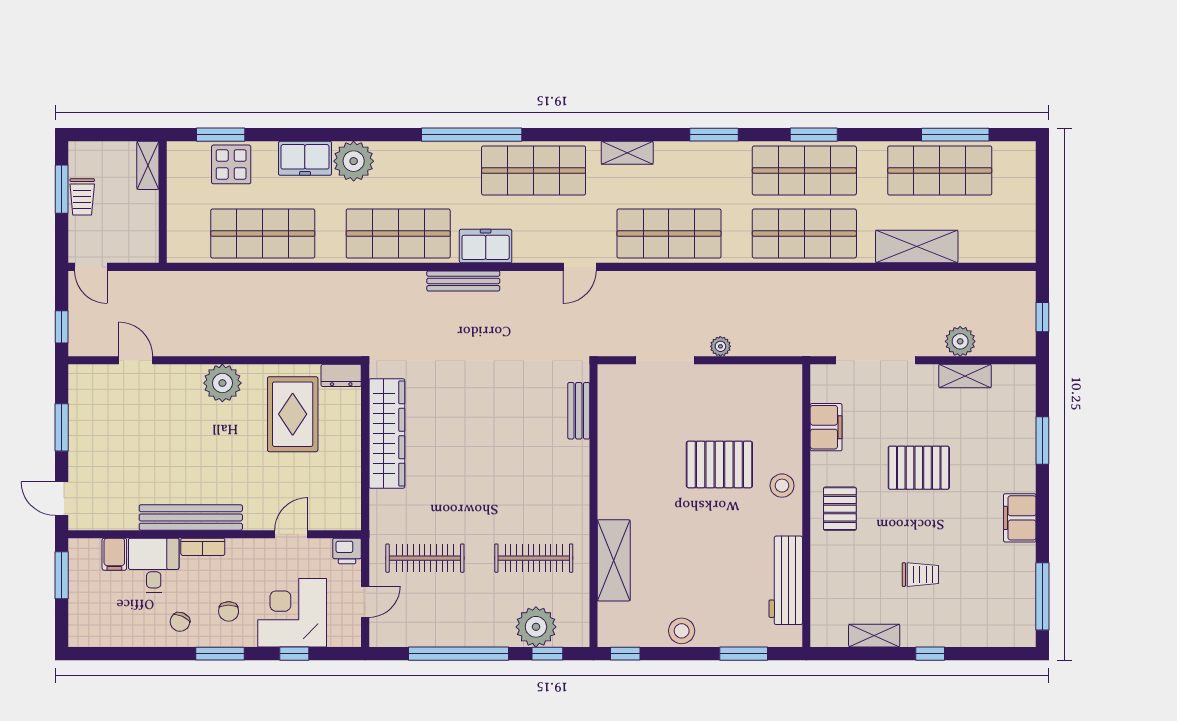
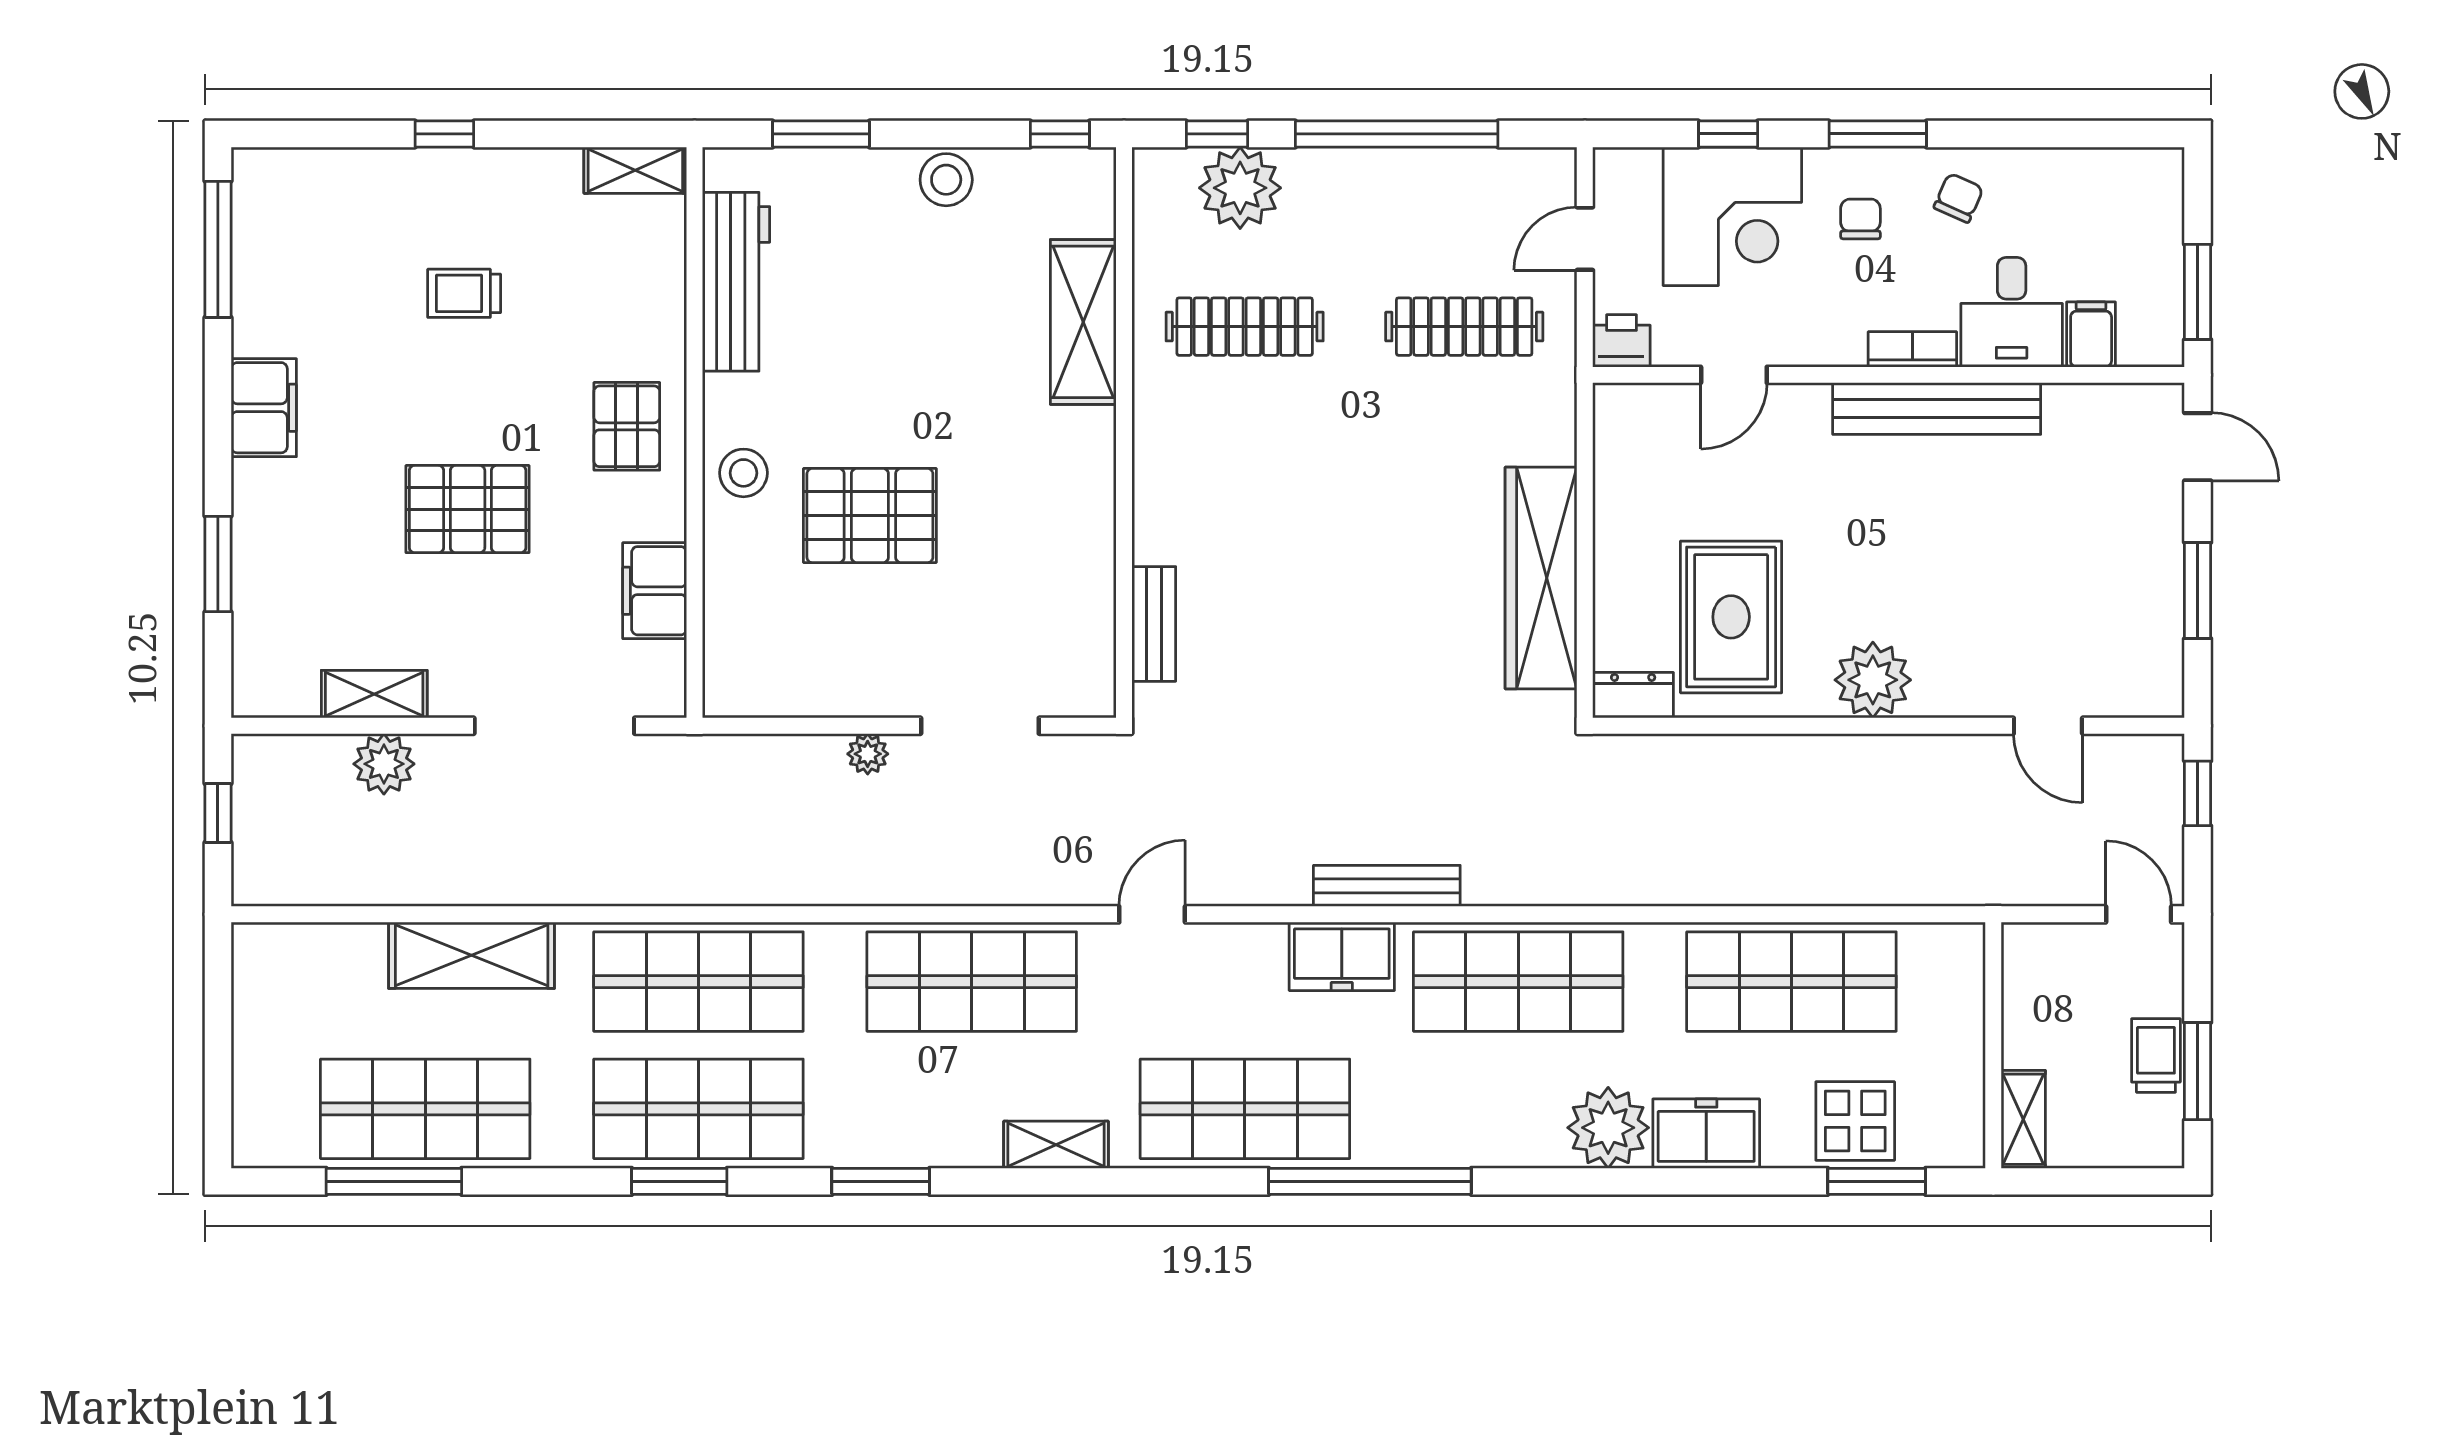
shelving: (874, 636) -> (635, 170), moved

